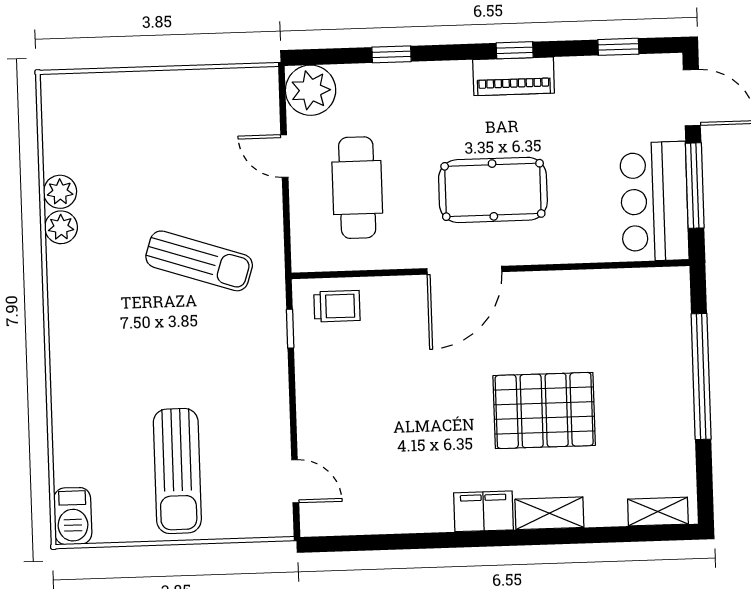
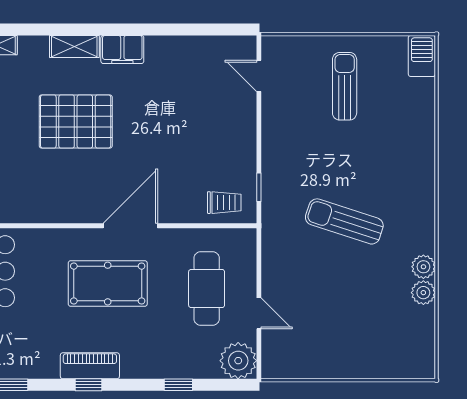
sun lounger: (199, 261) -> (344, 221), moved
trolley: (337, 306) -> (224, 203), turned 180
sun lounger: (177, 471) -> (345, 86), width x0.73, depth x0.75

